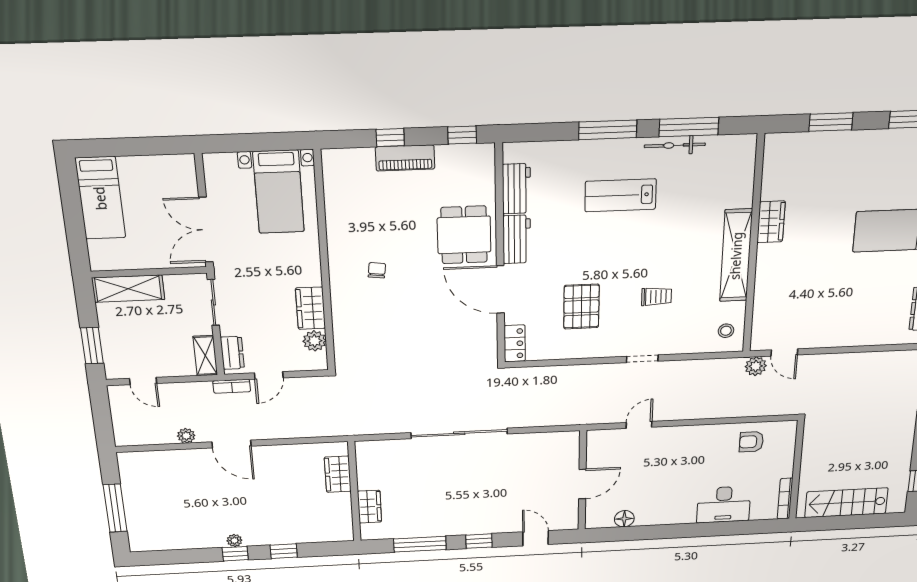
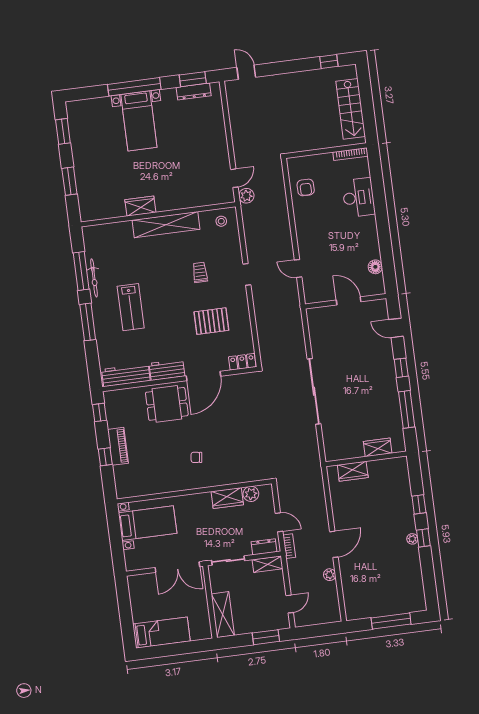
workbench: (516, 189) -> (126, 375), width x1.38
door: (536, 538) -> (396, 328), hinge flipped

